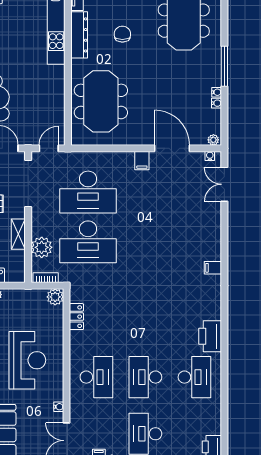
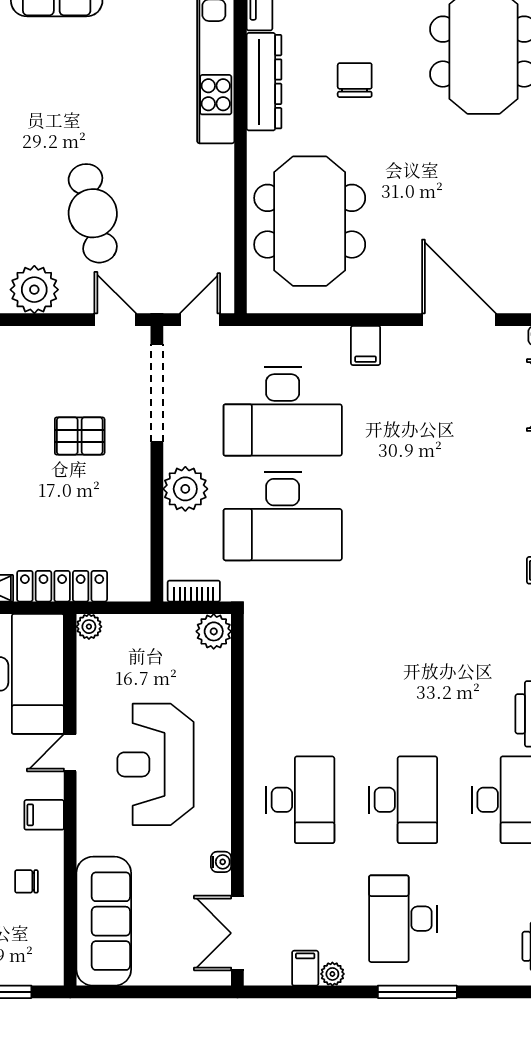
filing cabinet: (142, 161) -> (366, 345), moved
shelving: (18, 234) -> (136, 500), removed
plant: (42, 247) -> (185, 489), moved
locker: (76, 317) -> (258, 673), removed
reception desk: (27, 360) -> (155, 764), turned 180
desk: (145, 377) -> (403, 800), turned 180

